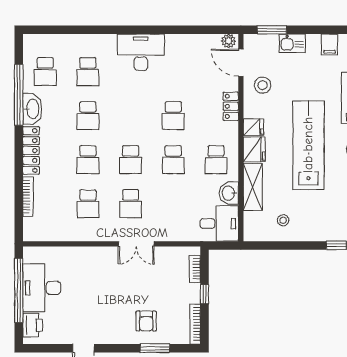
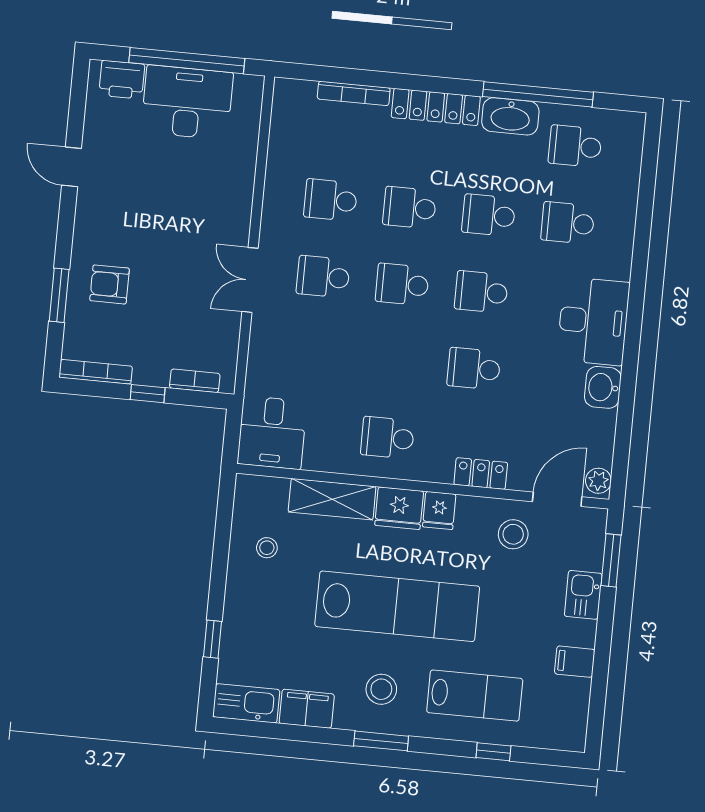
school desk: (173, 160) -> (481, 292), moved
washbasin: (229, 193) -> (603, 387), moved, turned -90

